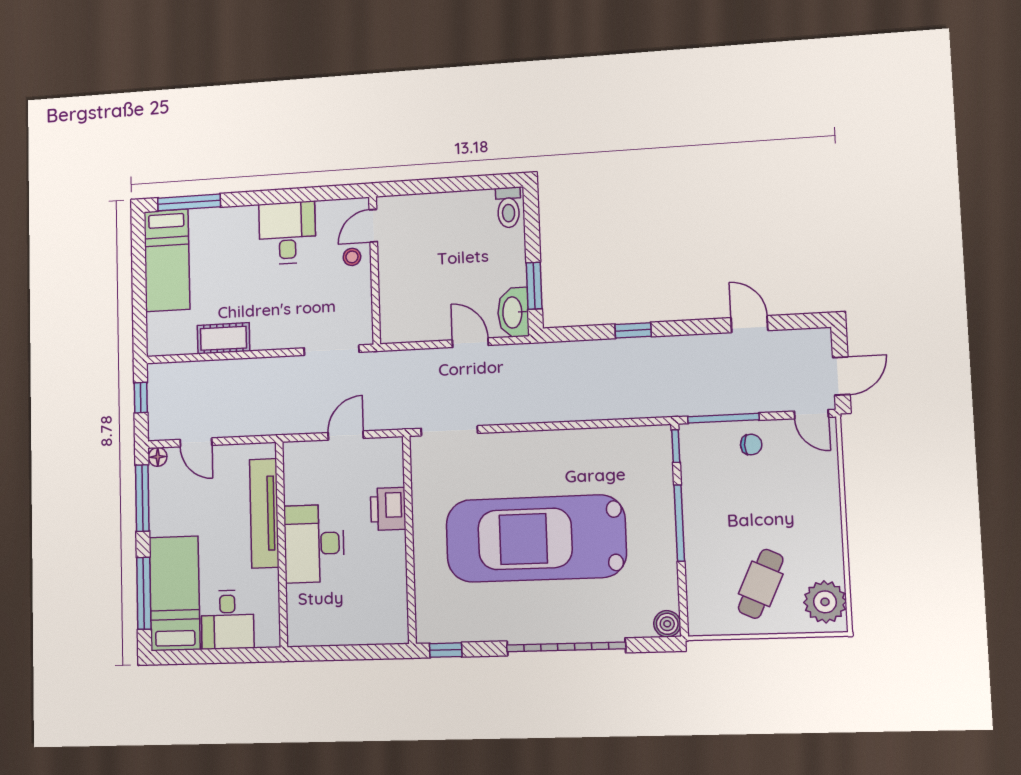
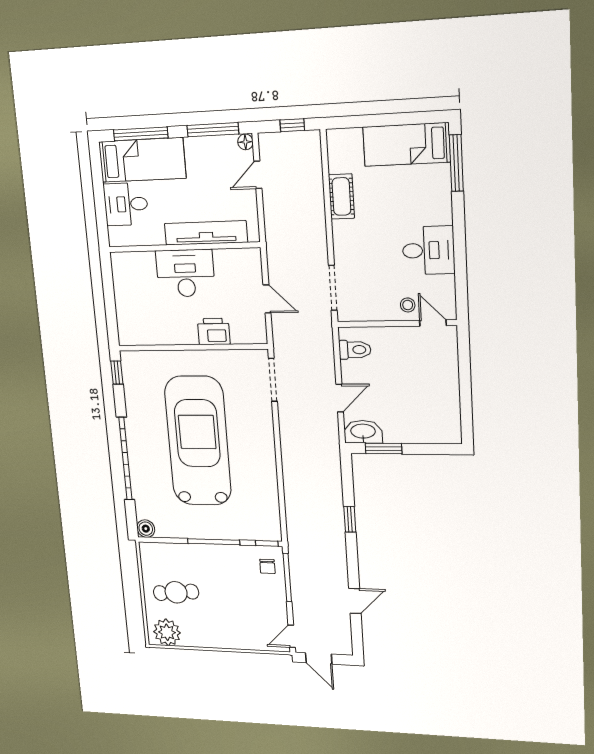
toilet: (508, 207) -> (355, 350), moved, turned 180
chair: (751, 445) -> (267, 566), moved
cafe table: (761, 584) -> (176, 592), turned -30

